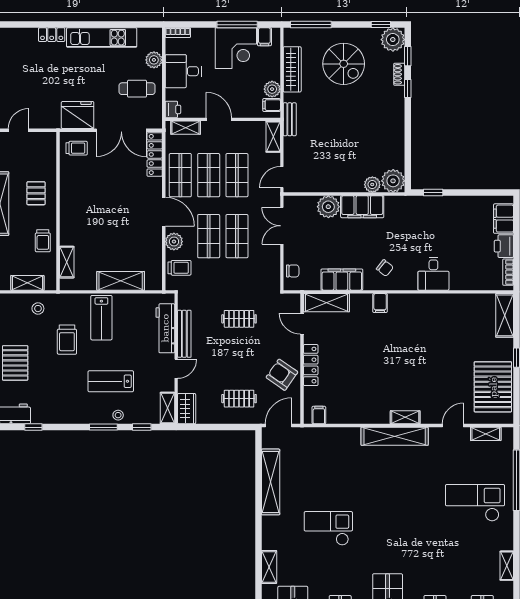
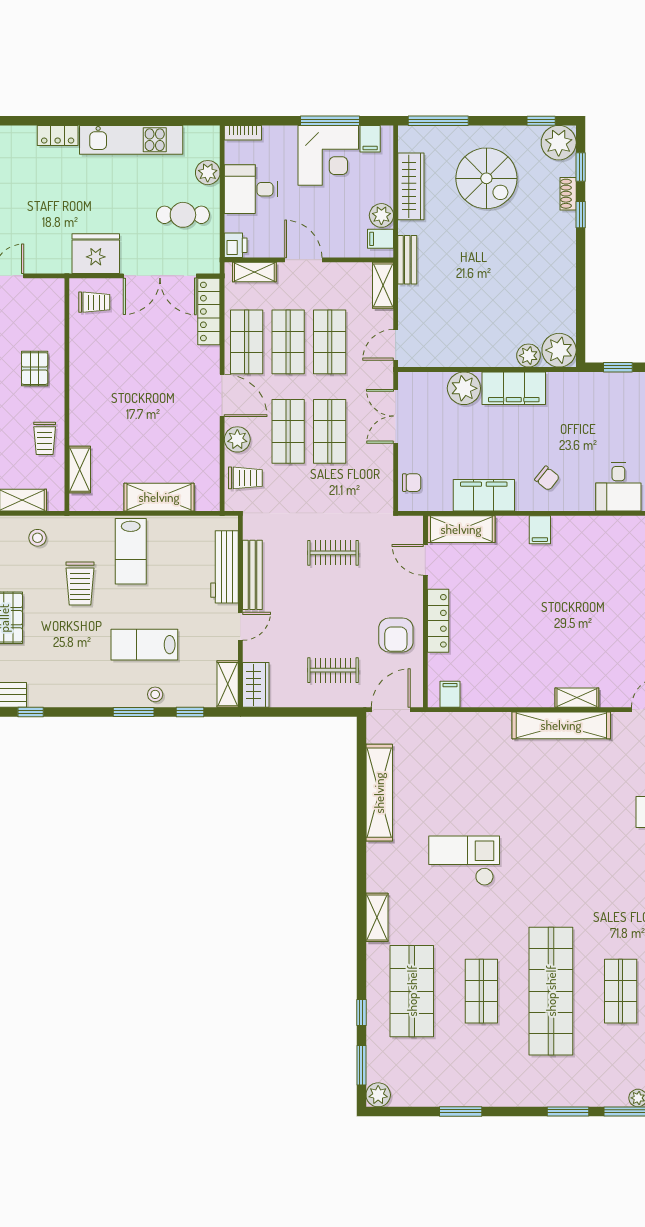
armchair: (282, 375) -> (396, 635), turned -125

